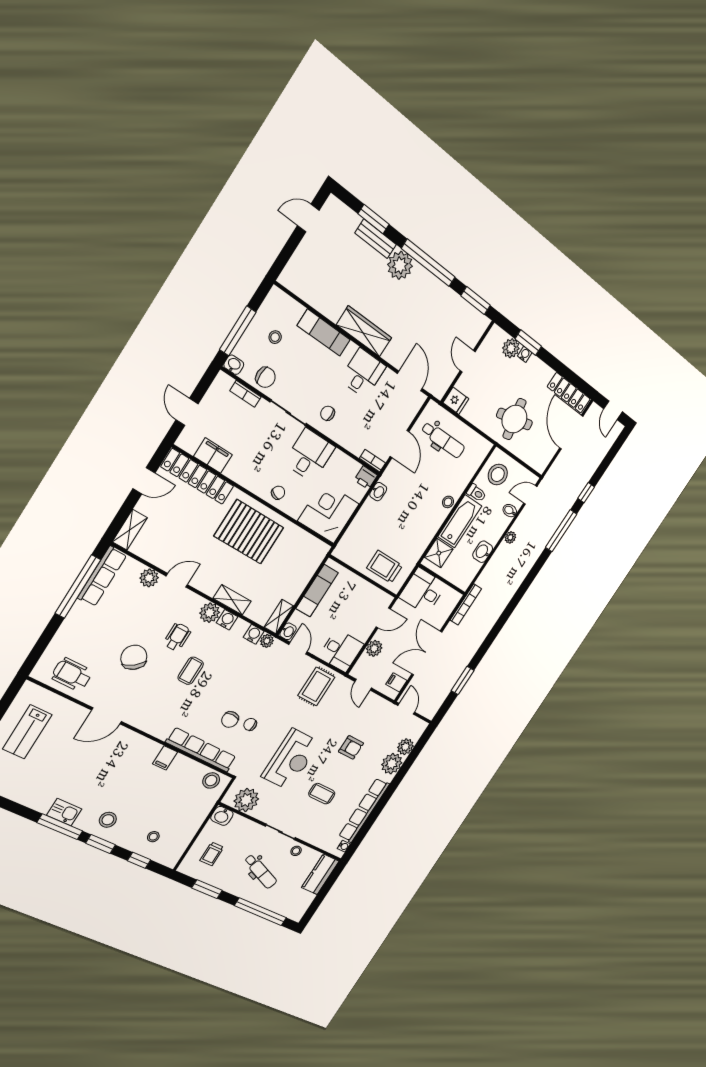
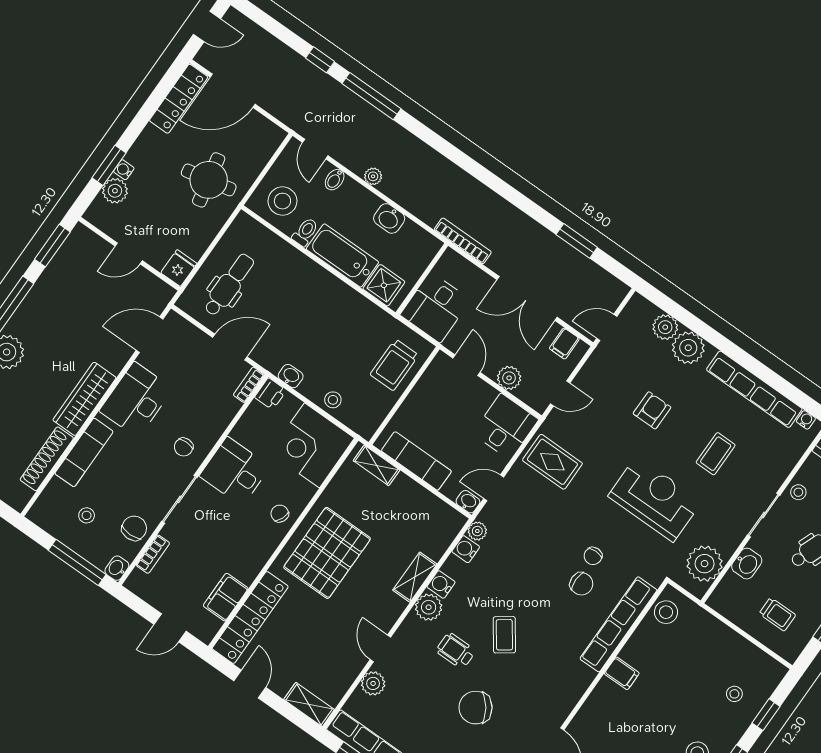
shoe rack: (319, 302) -> (47, 459), added
desk: (363, 373) -> (136, 400), width x1.37
stool: (448, 502) -> (333, 400), moved
shelving: (279, 617) -> (376, 465), moved
coffee table: (191, 671) -> (504, 635), turned 54
washbasin: (222, 816) -> (747, 564), moved

